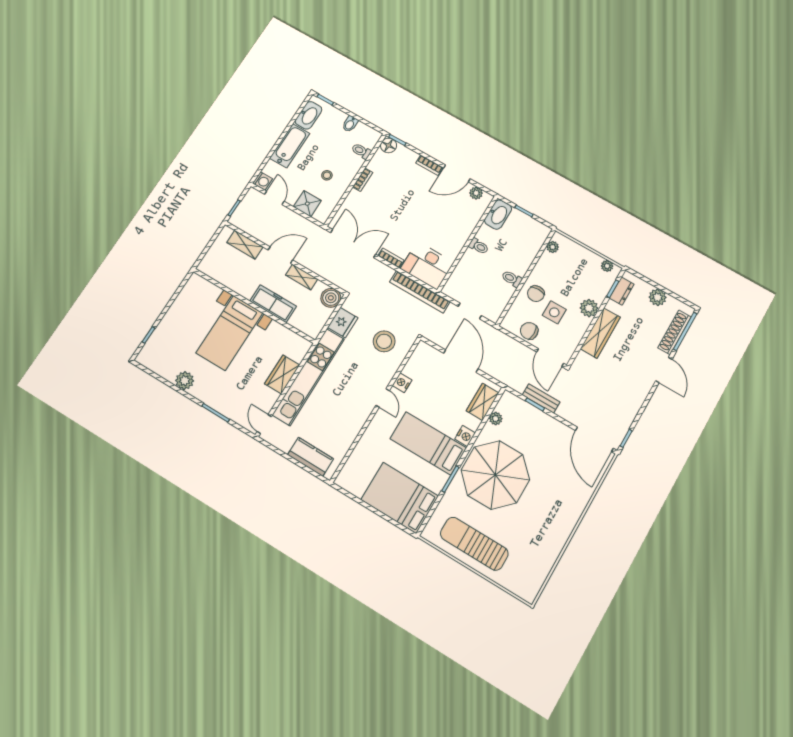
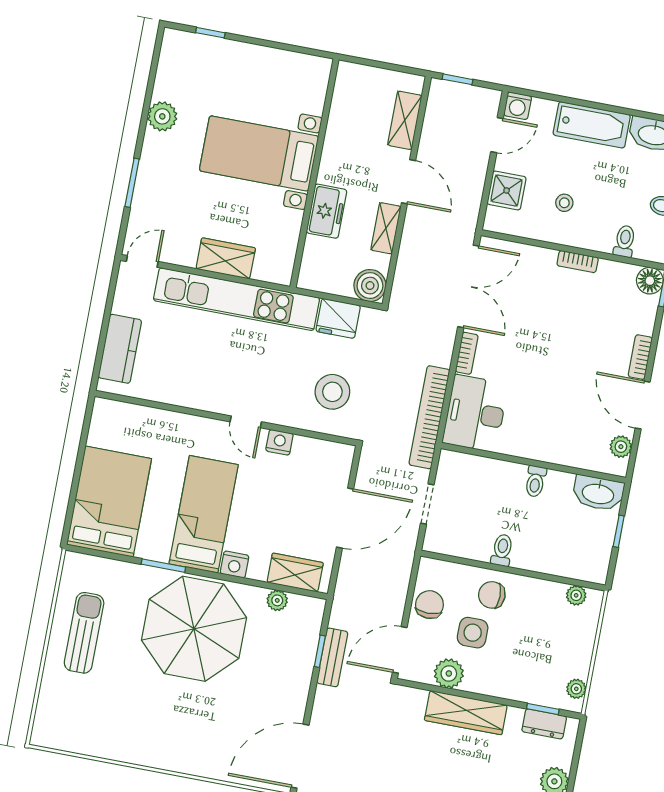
freezer: (273, 304) -> (327, 211), width x0.71
plant: (589, 308) -> (449, 673), moved
door: (383, 398) -> (246, 422), hinge flipped
sun lounger: (474, 544) -> (84, 633), width x0.73, depth x0.75

